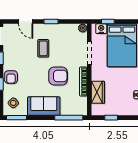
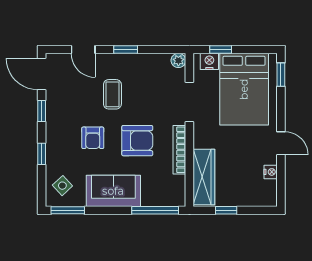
armchair: (11, 77) -> (93, 138), moved
wardrobe: (98, 92) -> (204, 177), width x1.50

